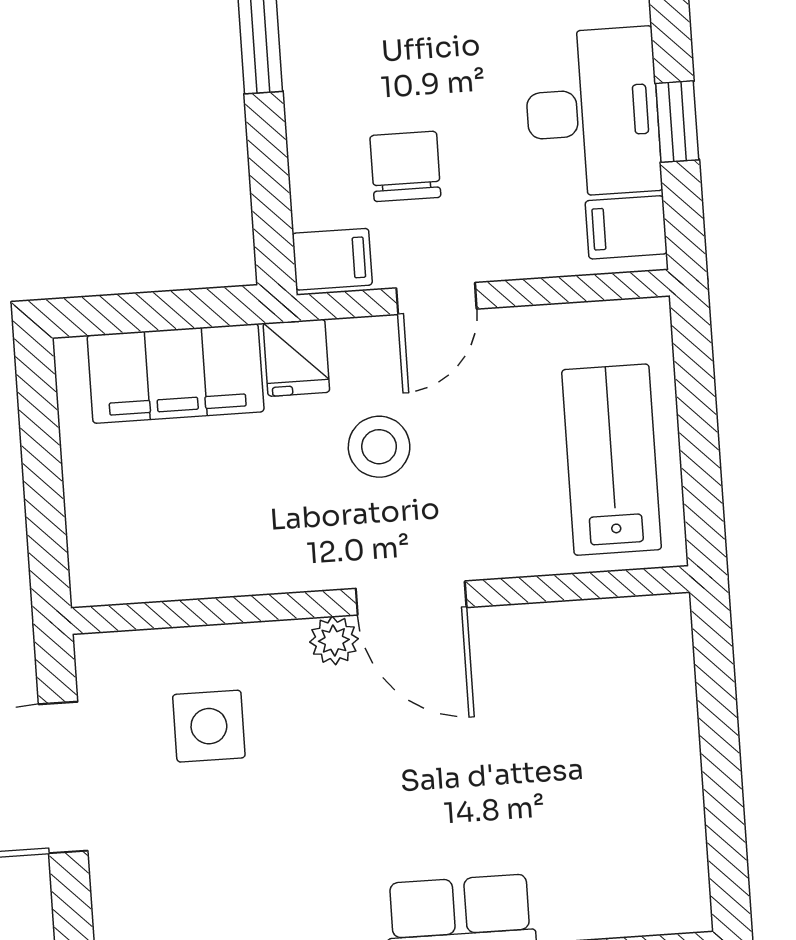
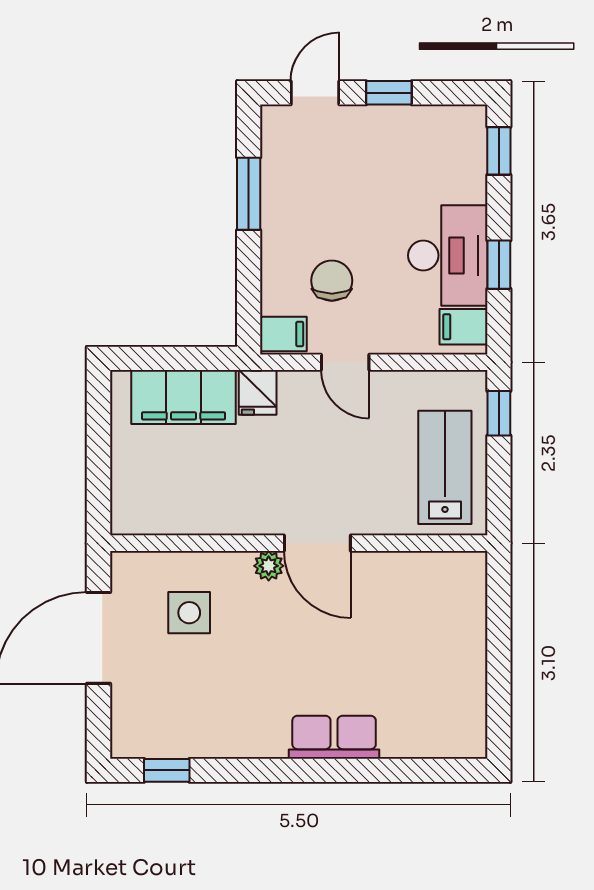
door: (436, 299) -> (345, 362), hinge flipped
window: (694, 365) -> (499, 413), added
stool: (379, 447) -> (304, 450), removed

